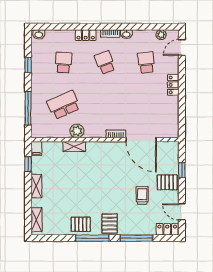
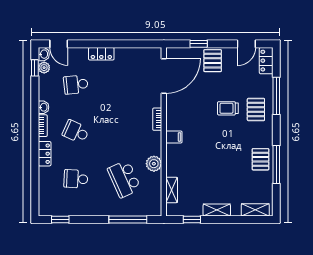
window: (161, 27) -> (35, 68), added
washbasin: (39, 34) -> (44, 54), moved
school desk: (105, 63) -> (76, 132), turned 45
window: (28, 65) -> (60, 219), moved
door: (141, 140) -> (164, 76), moved
shelving: (74, 146) -> (172, 190), moved
filing cabinet: (36, 148) -> (174, 137), moved
trolley: (142, 195) -> (228, 108), moved
pallet: (110, 224) -> (256, 109), moved, turned 90
window: (92, 238) -> (276, 165), moved

